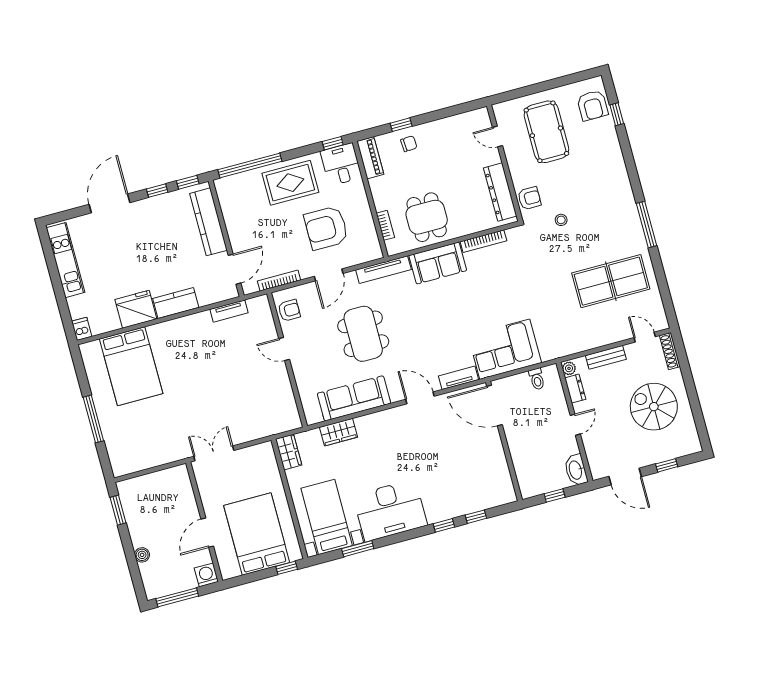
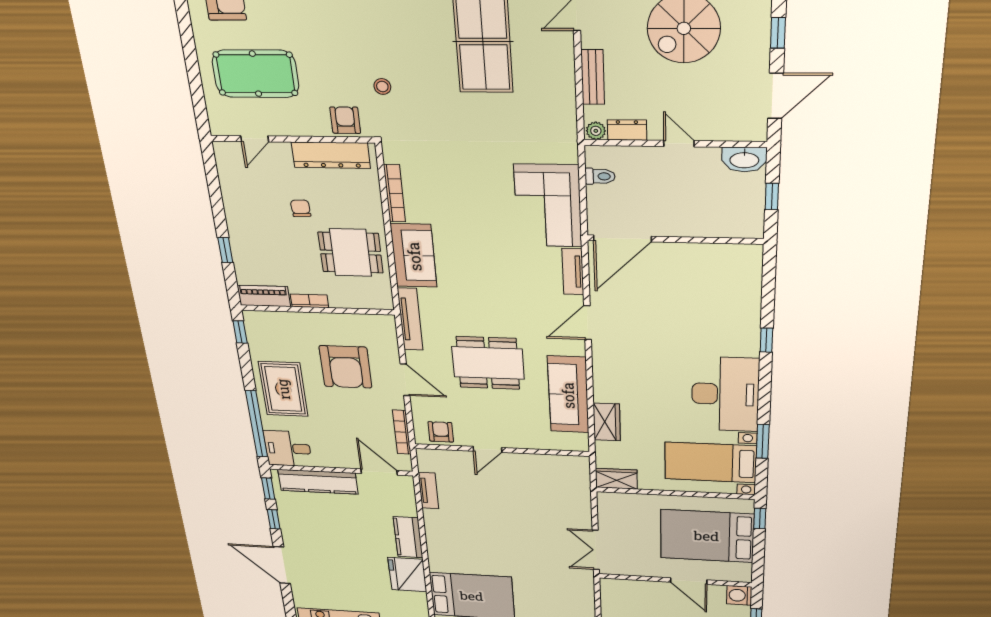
chair: (409, 144) -> (301, 208), moved
desk: (341, 164) -> (288, 448), moved
bookcase: (385, 225) -> (309, 301), moved
window: (476, 517) -> (768, 300), removed

